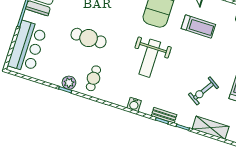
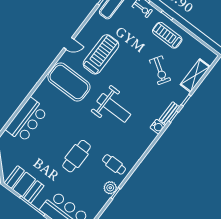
treadmill: (198, 26) -> (101, 54), width x1.37, depth x1.38
water cooler: (134, 104) -> (158, 127), moved

